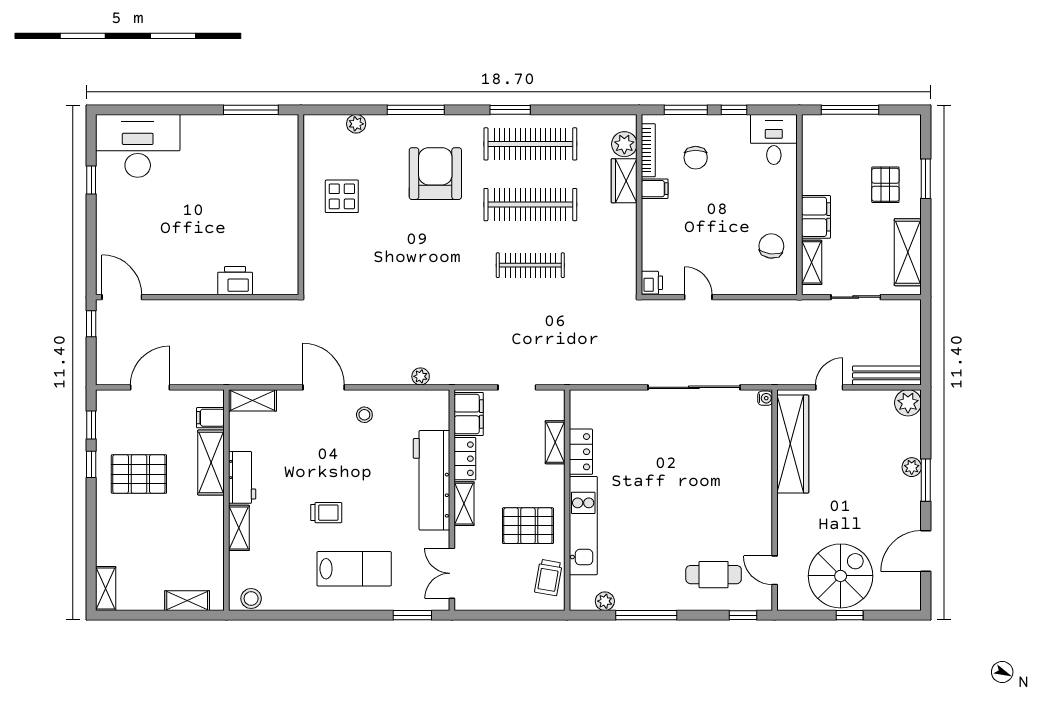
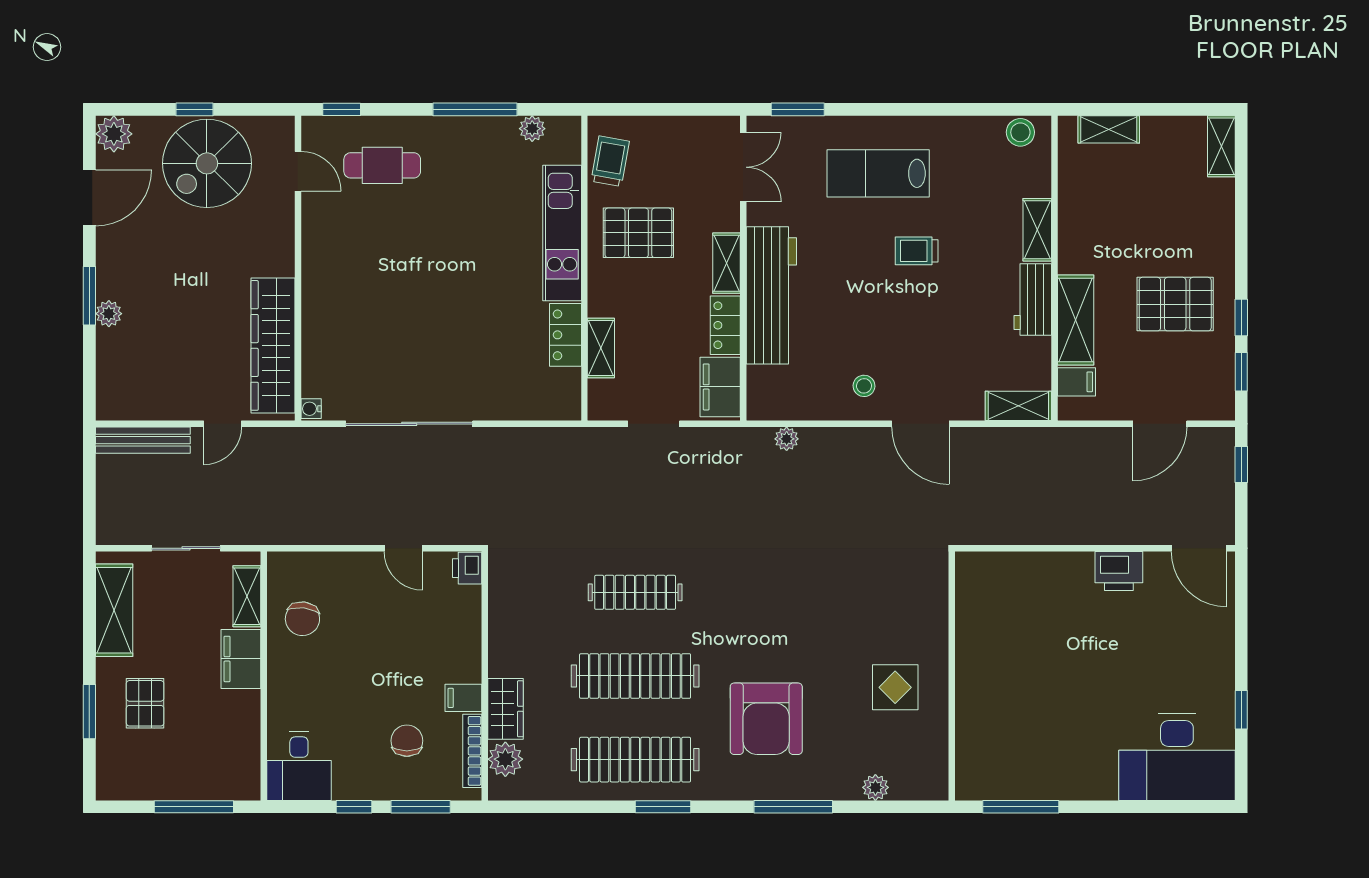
printer: (235, 281) -> (1119, 571), moved
window: (91, 324) -> (1241, 465), moved
plant: (908, 403) -> (114, 134), moved

